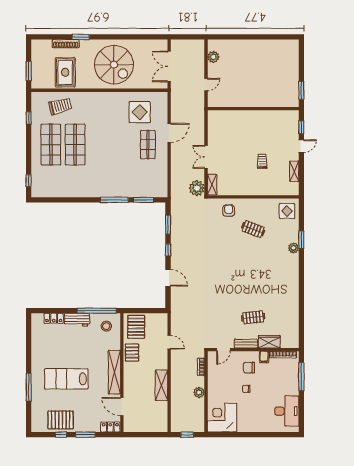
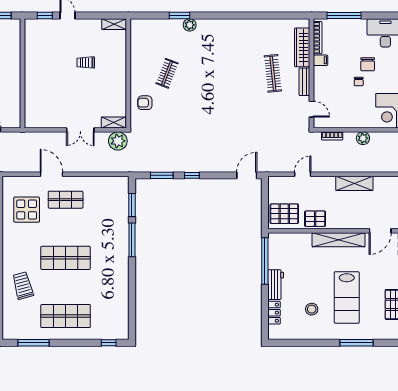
trolley: (60, 106) -> (23, 286), moved
window: (29, 118) -> (34, 343), width x2.17
shop shelf: (75, 145) -> (66, 258), moved
shelving: (294, 171) -> (114, 24), moved
display table: (287, 211) -> (145, 33), removed
door: (168, 278) -> (247, 175), moved
clothes rail: (253, 317) -> (273, 73), width x1.36
stool: (106, 326) -> (312, 309), moved
wardrobe: (269, 342) -> (302, 47), width x1.50
chair: (249, 368) -> (368, 64), moved

